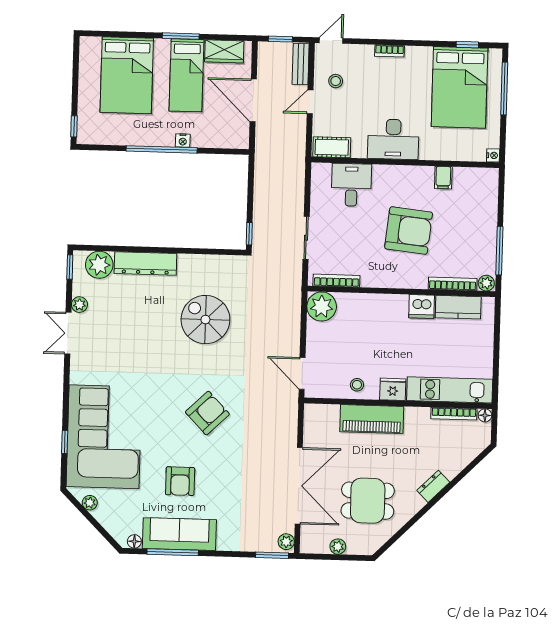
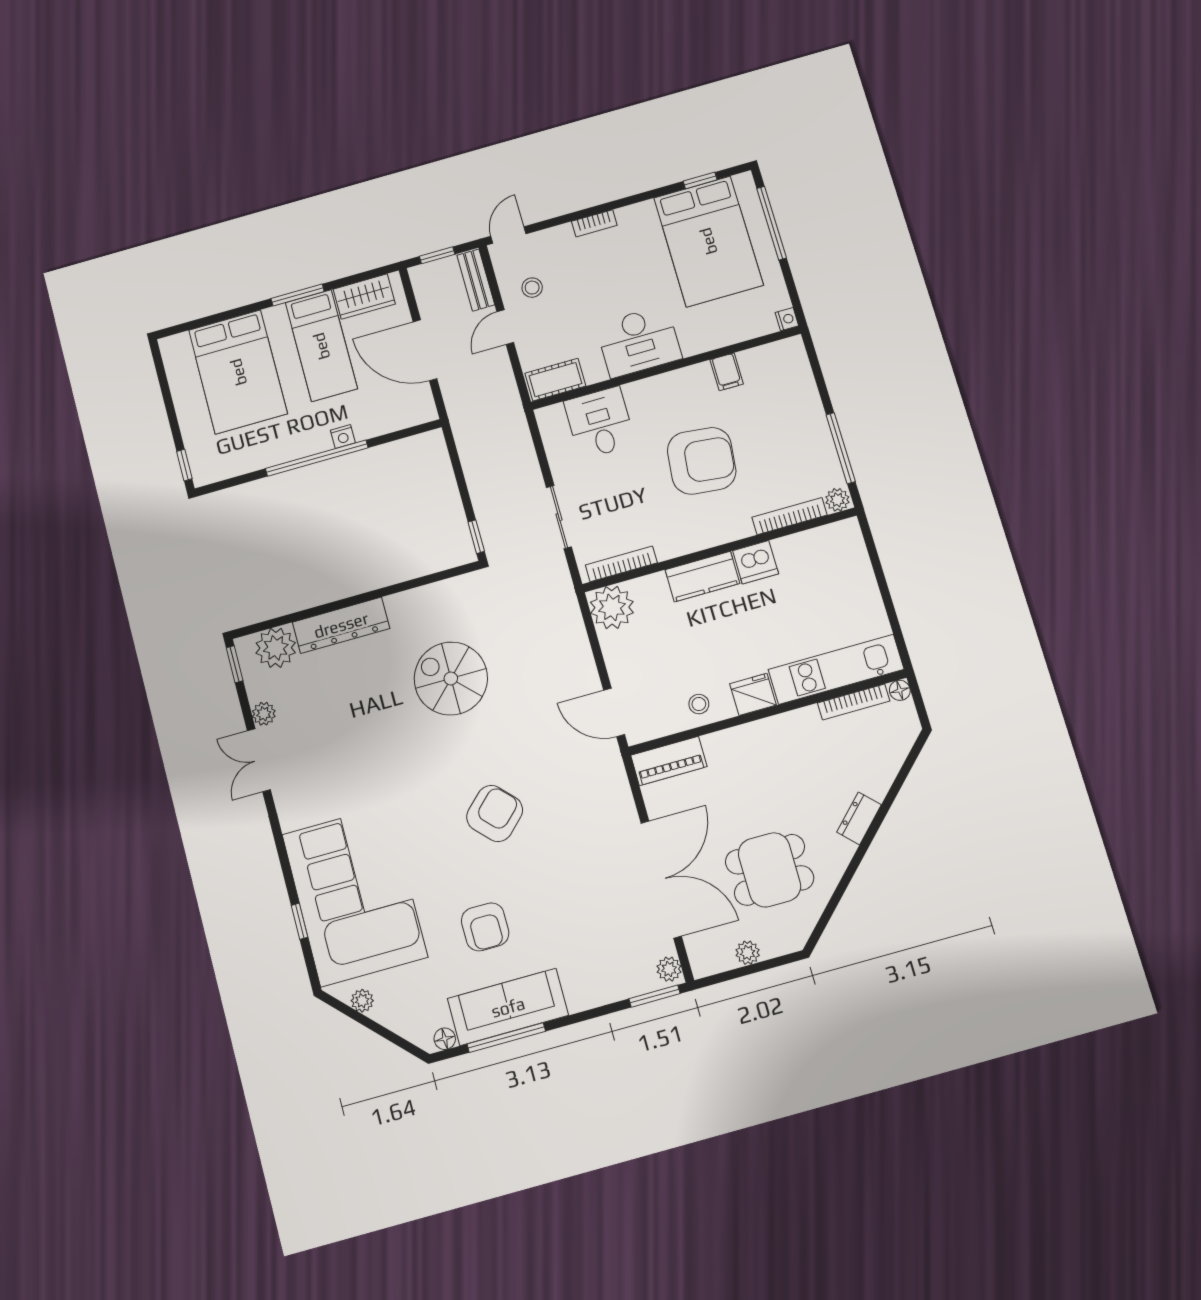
kitchen counter: (458, 307) -> (702, 577), moved
piano: (372, 419) -> (669, 761), moved, width x0.73, depth x0.75

